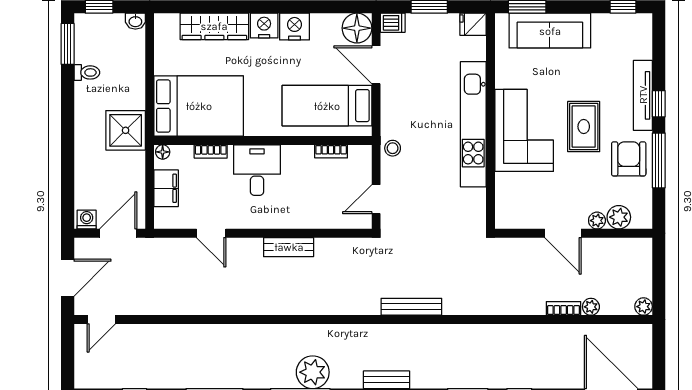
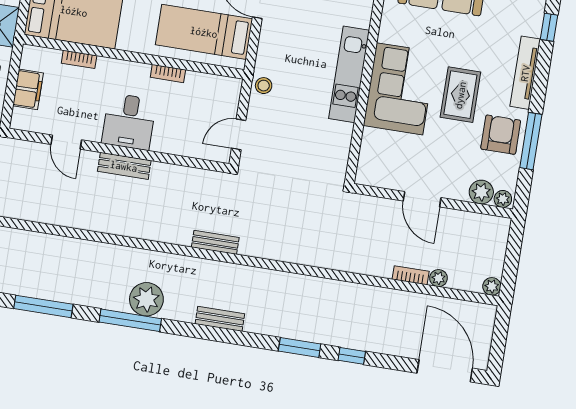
window: (659, 104) -> (549, 27), moved
kitchen unit: (473, 124) -> (349, 74), width x0.73
bookcase: (331, 151) -> (168, 74), moved
floor lamp: (163, 152) -> (30, 52), removed
desk: (257, 170) -> (129, 122), moved, turned 180
plant: (597, 221) -> (503, 199), moved
bench: (289, 247) -> (124, 166), moved
bench: (411, 307) -> (215, 242), moved, width x0.73

